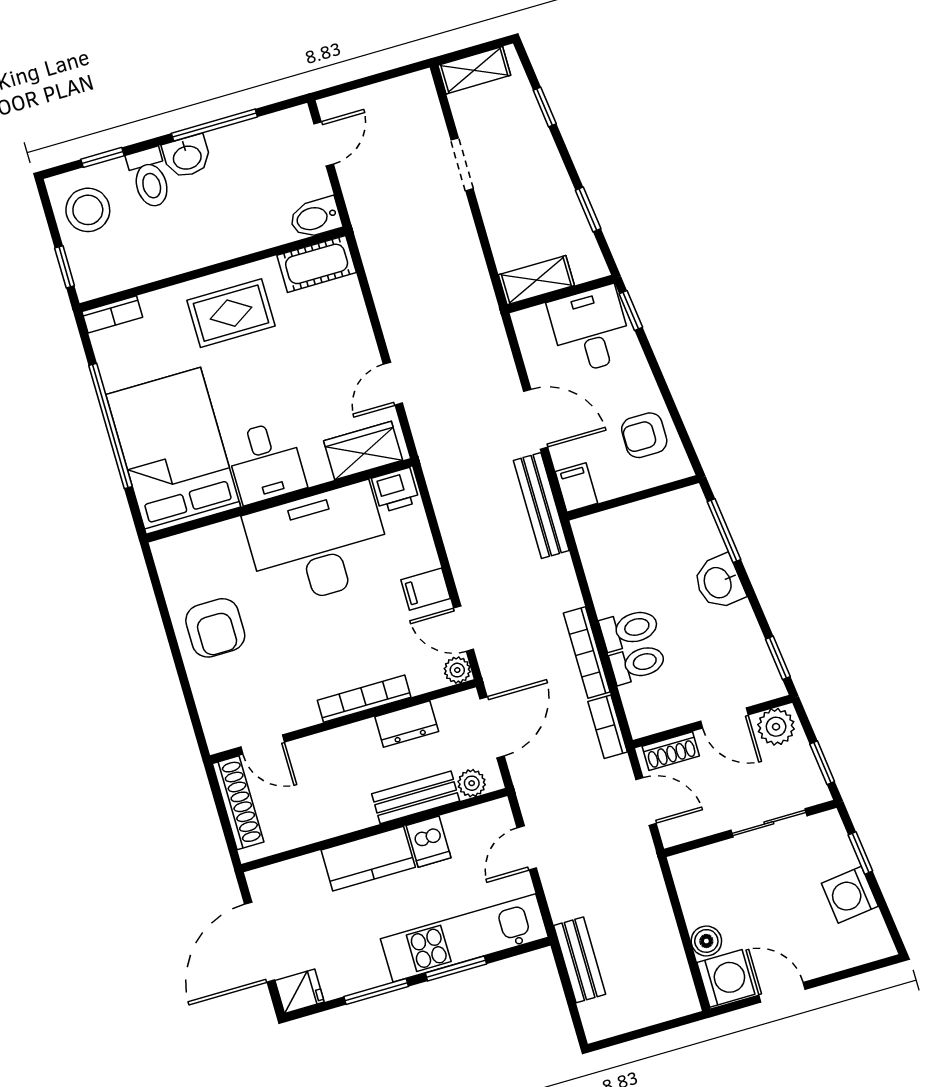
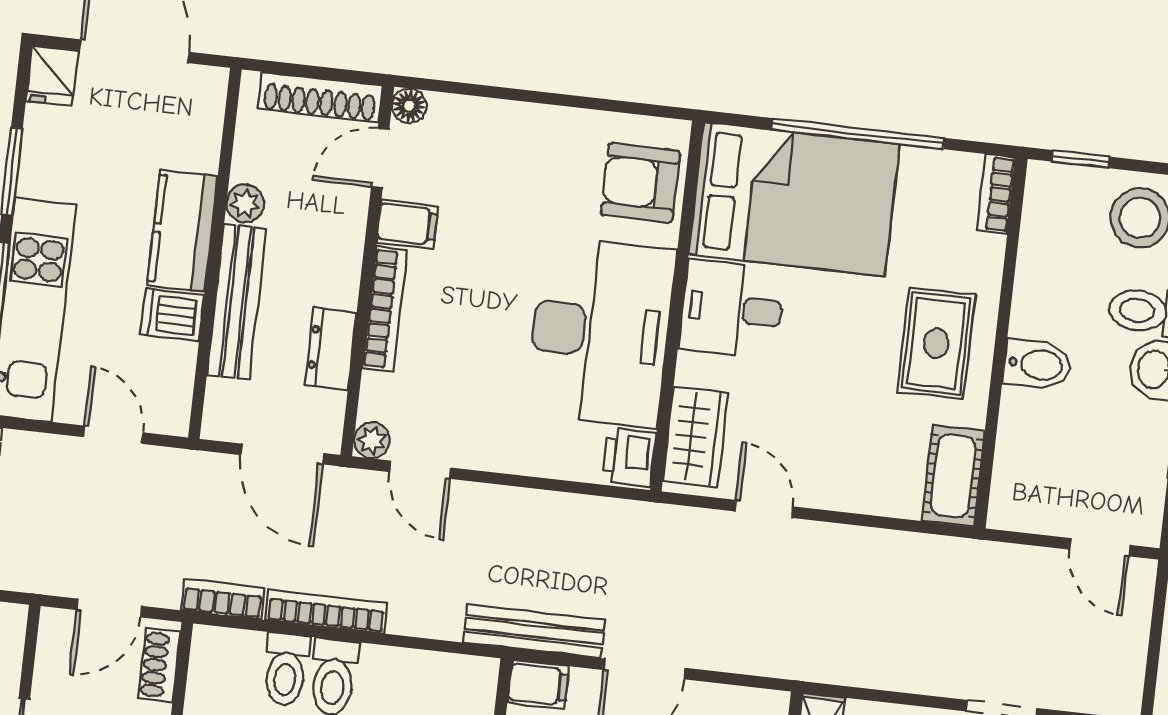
bidet: (315, 218) -> (1037, 364), moved, turned 90
filing cabinet: (426, 589) -> (407, 224), moved, turned 90
armchair: (215, 628) -> (640, 183), moved
door: (464, 629) -> (420, 470), swing flipped
floor lamp: (219, 740) -> (409, 106), added
plant: (472, 783) -> (245, 203), moved
bench: (416, 797) -> (237, 302), width x1.36

